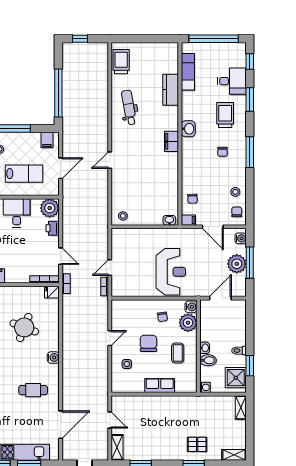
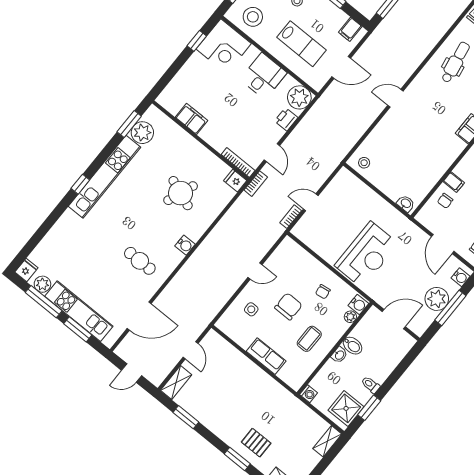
filing cabinet: (188, 220) -> (454, 182), moved
plant: (188, 323) -> (350, 317), width x0.53, depth x0.53
bidet: (208, 360) -> (353, 346), moved

